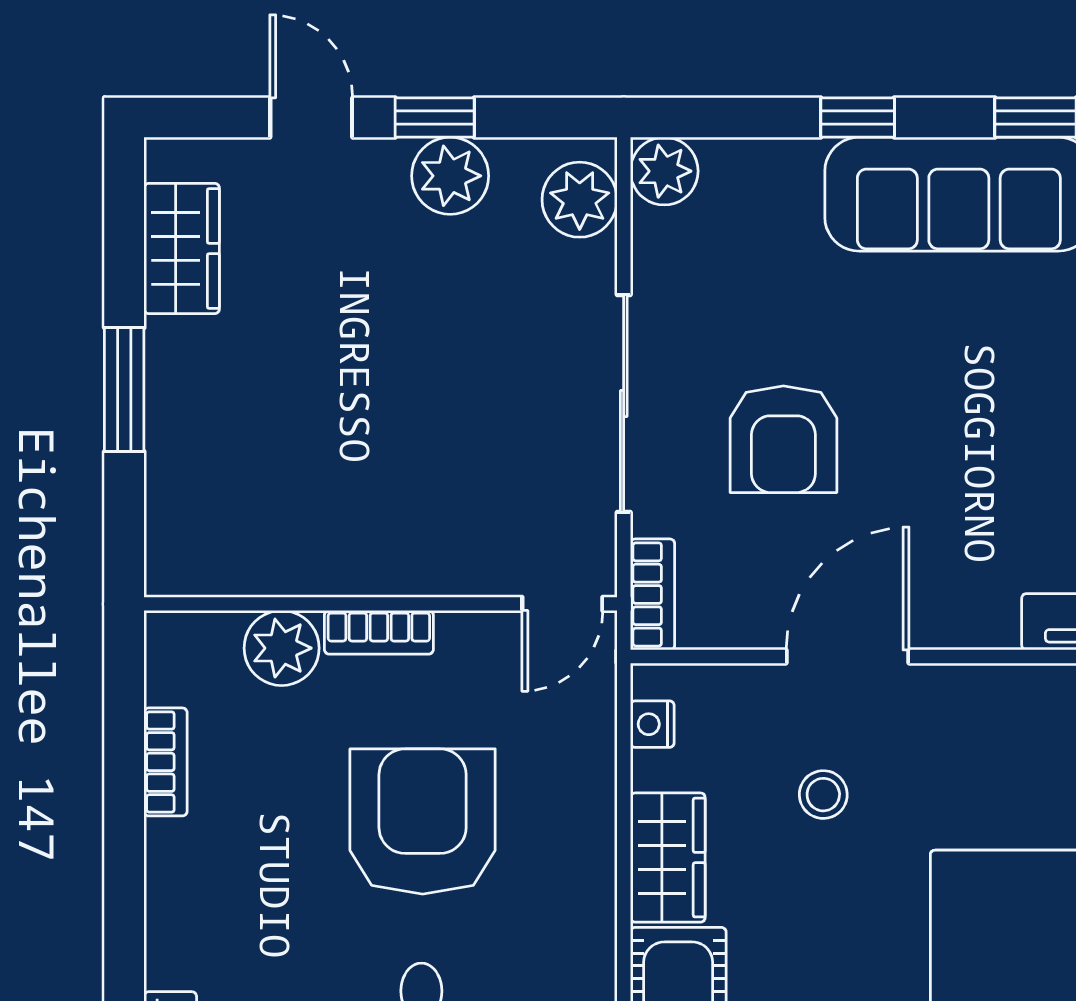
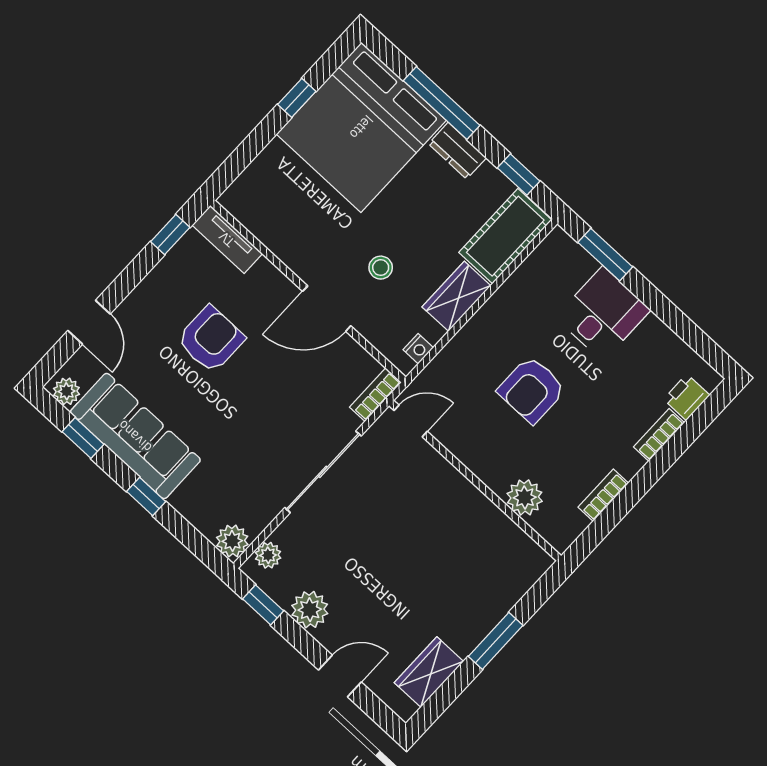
door: (311, 118) -> (340, 676), swing flipped
window: (435, 118) -> (263, 605), moved
plant: (580, 200) -> (268, 555), width x0.73, depth x0.73
armchair: (783, 439) -> (211, 339), moved
bookcase: (379, 632) -> (659, 435), moved, turned -90
armchair: (423, 821) -> (532, 390), width x0.73, depth x0.73

